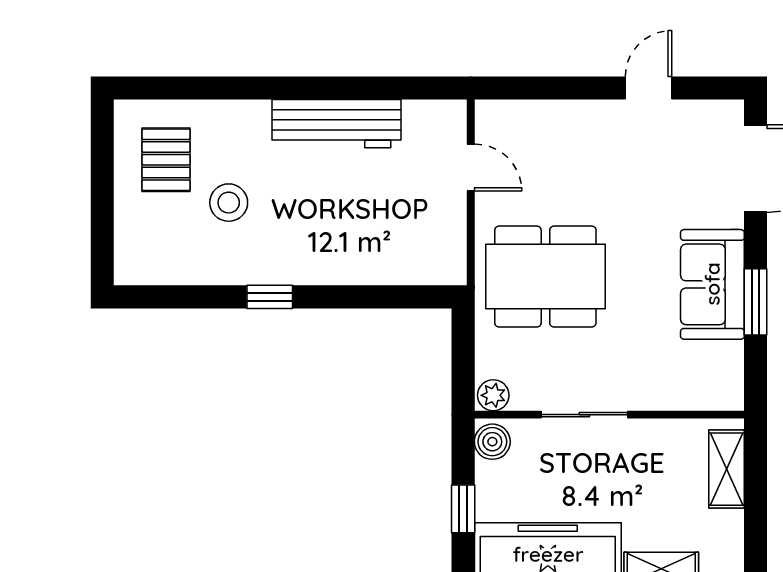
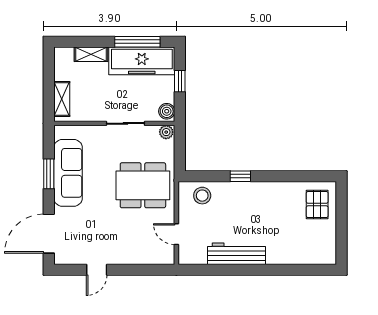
pallet: (166, 160) -> (317, 205), moved
stool: (229, 203) -> (202, 196), moved
sofa: (712, 284) -> (68, 173), width x1.36
window: (270, 297) -> (240, 176), moved

